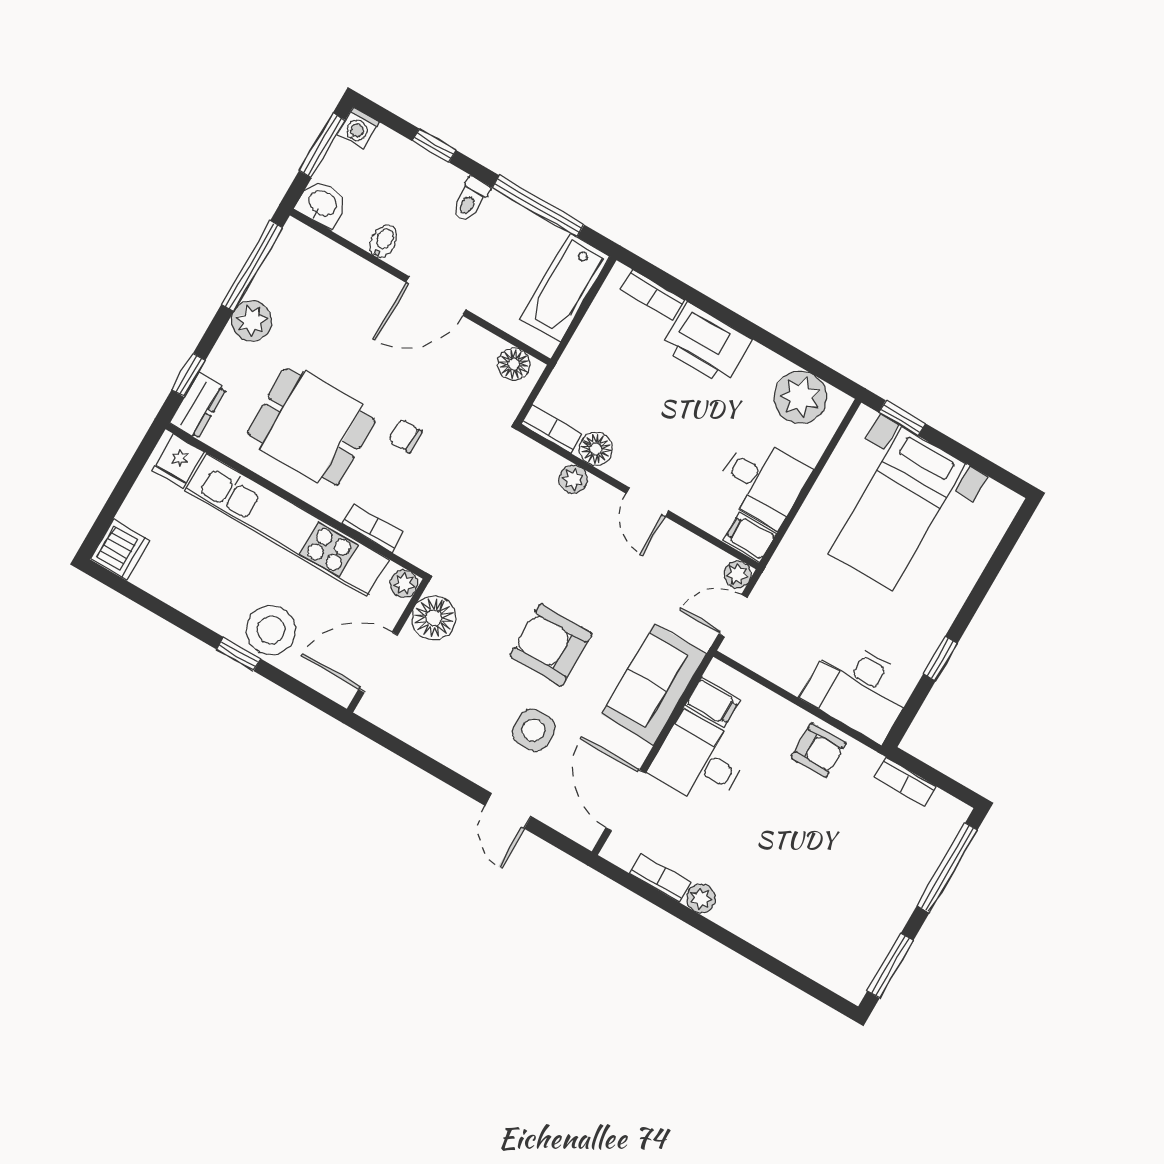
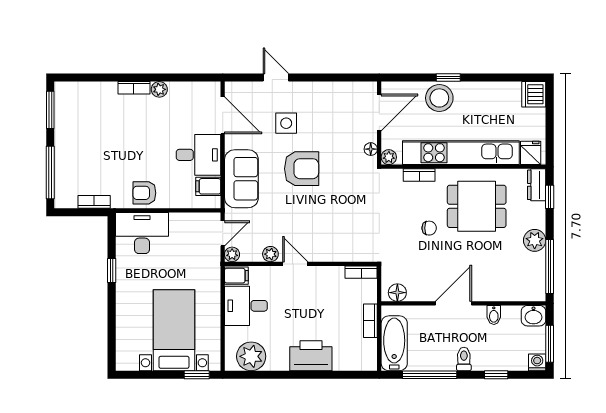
bookcase: (652, 295) -> (370, 321), moved, turned -90
floor lamp: (596, 449) -> (334, 275), removed
plant: (573, 479) -> (270, 254), moved
floor lamp: (434, 618) -> (371, 149), width x0.53, depth x0.53
bookcase: (660, 878) -> (134, 88), moved

